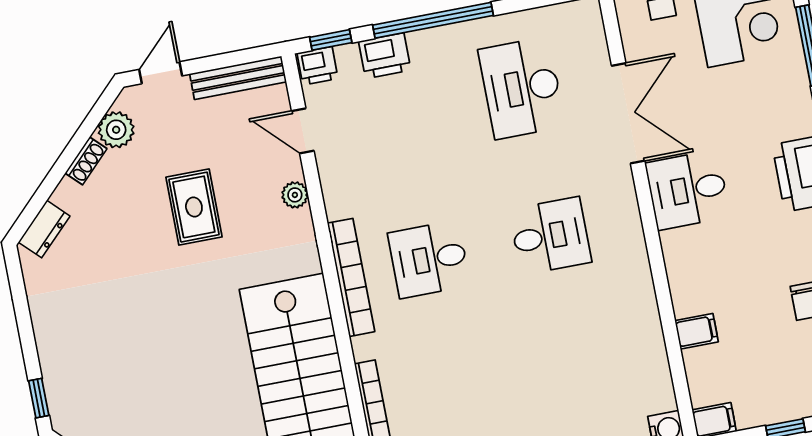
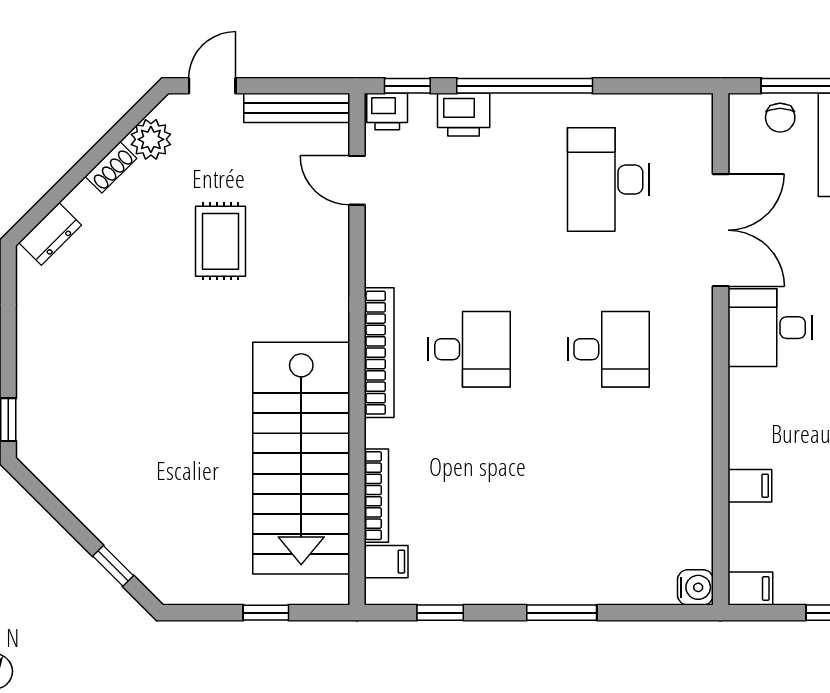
plant: (295, 195) -> (335, 249), removed
desk: (429, 259) -> (469, 349), turned 180

